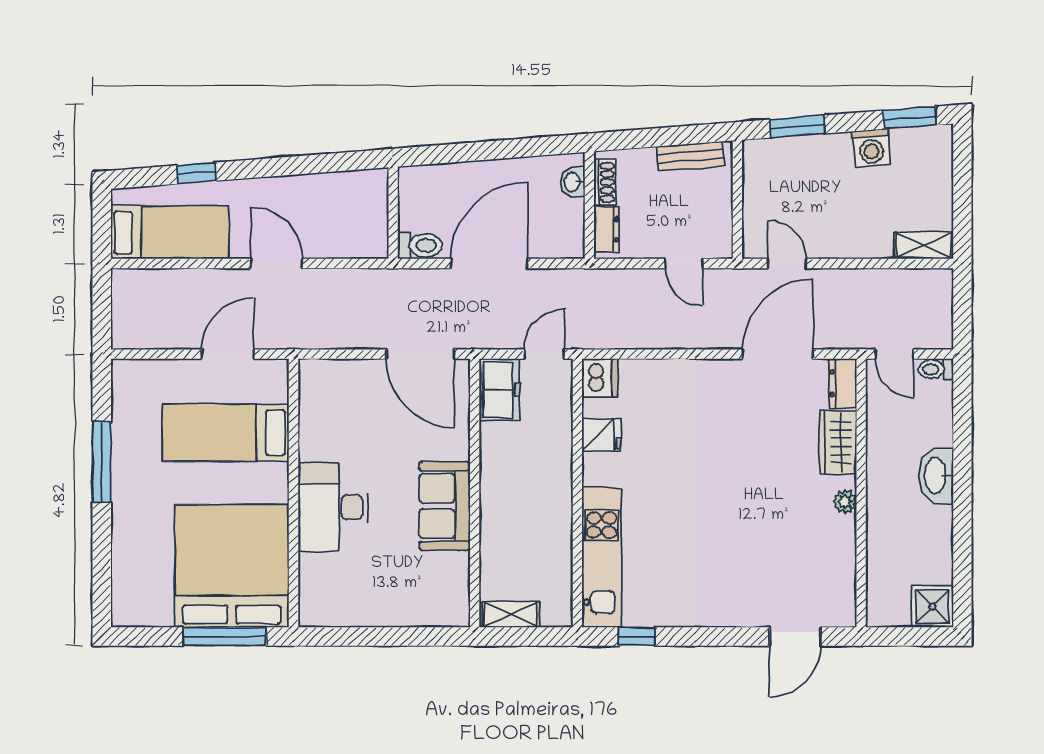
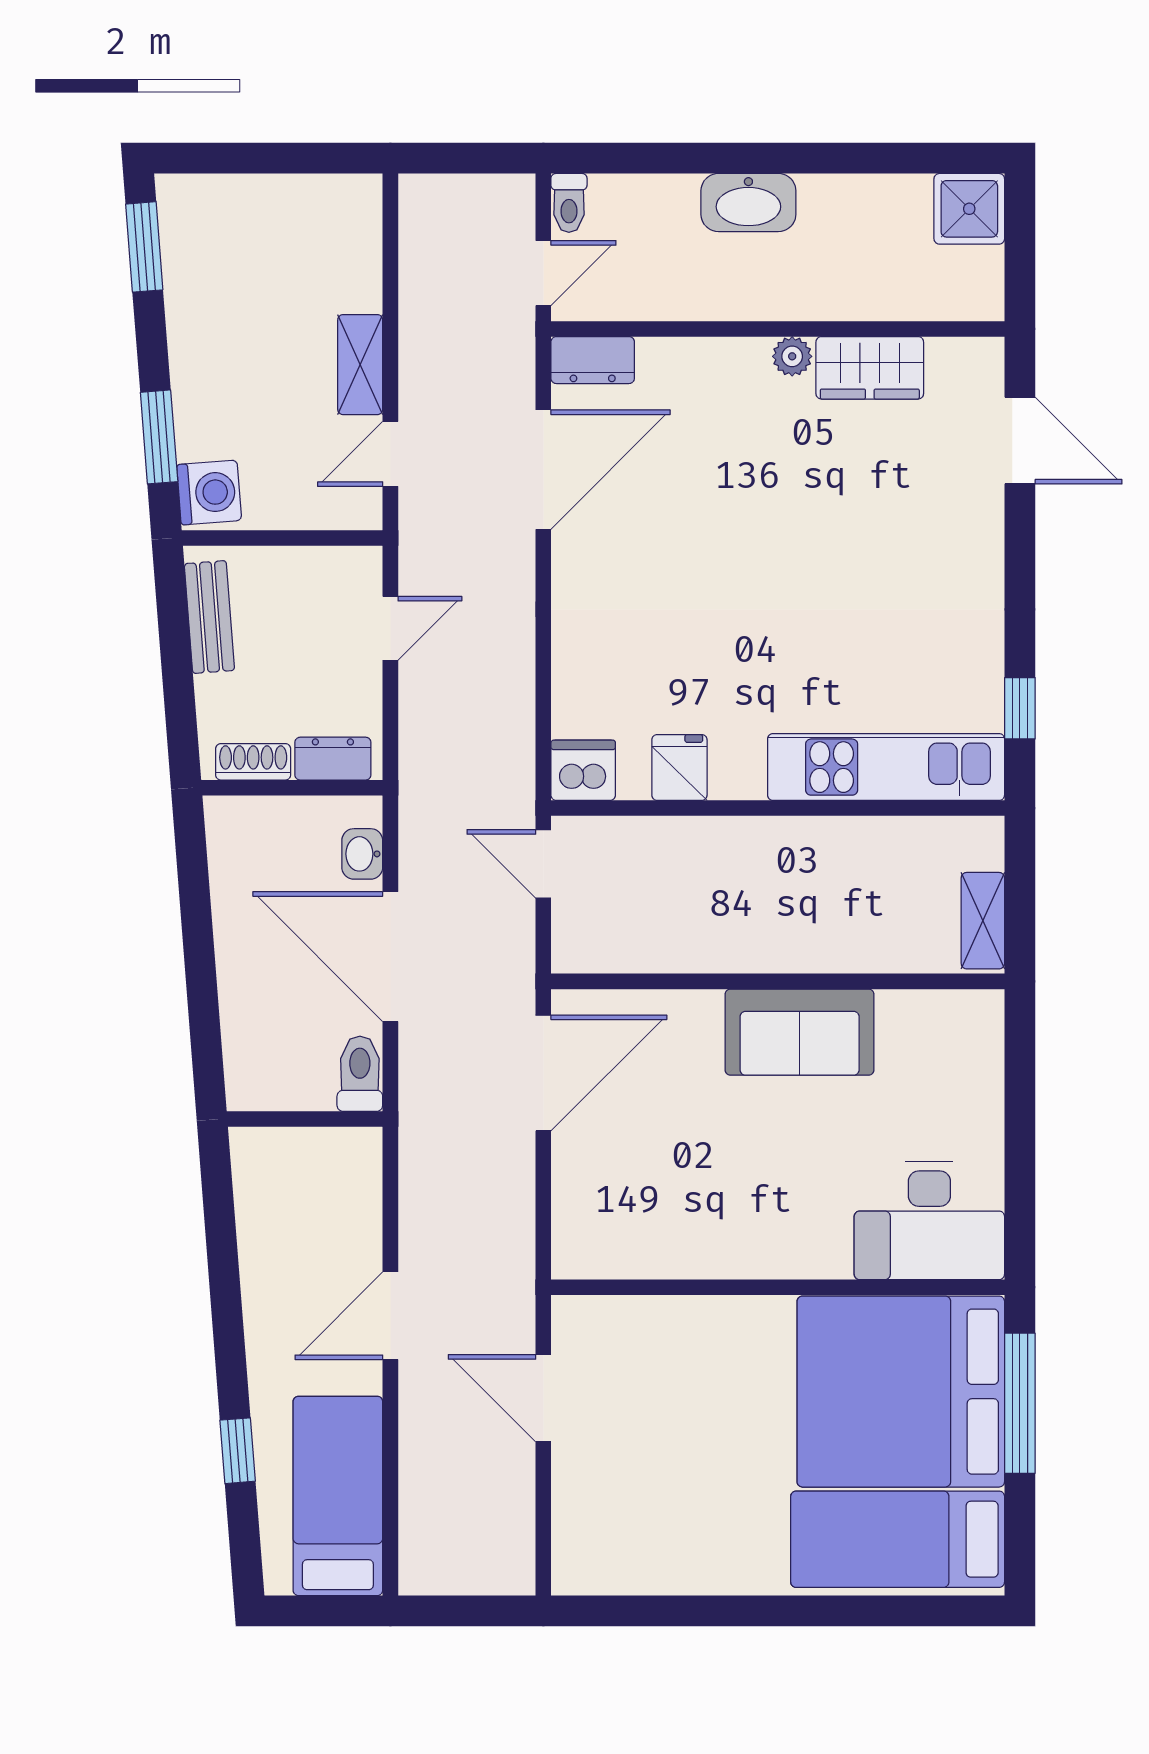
washing machine: (871, 148) -> (209, 493), moved
washbasin: (573, 182) -> (362, 854), moved, turned 90
shelving: (924, 246) -> (360, 365), moved
door: (778, 354) -> (543, 470), swing flipped
freezer: (499, 390) -> (603, 940), removed
bed: (226, 433) -> (898, 1539), moved, turned 90
wardrobe: (838, 442) -> (870, 368), moved
window: (102, 462) -> (725, 1611), removed
desk: (333, 507) -> (929, 1221), moved

